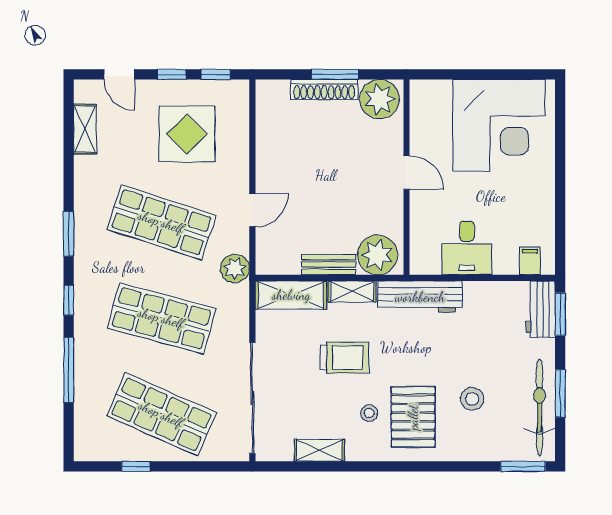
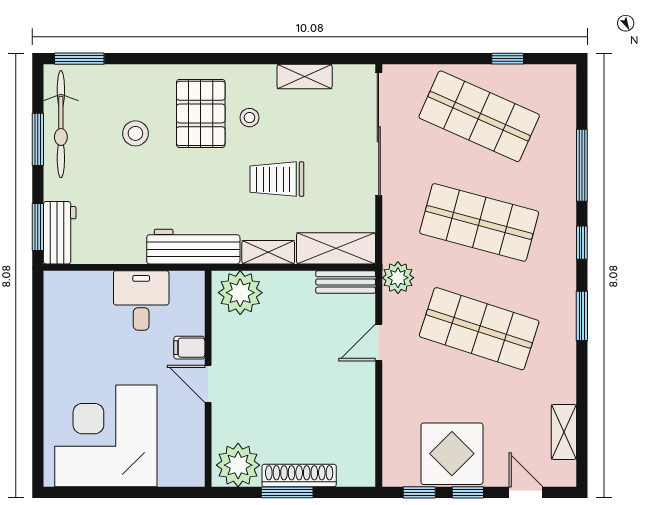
display table: (187, 134) -> (452, 454), moved
filing cabinet: (530, 261) -> (189, 348), moved, turned 90
bench: (329, 265) -> (346, 282), moved

